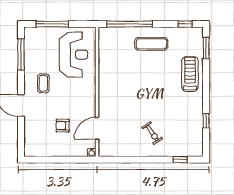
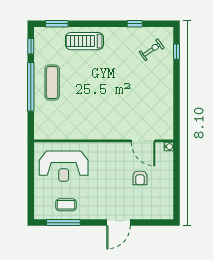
window: (52, 24) -> (31, 189), removed
window: (130, 24) -> (31, 87), moved
reception desk: (73, 55) -> (64, 166), turned 180
coffee table: (43, 83) -> (66, 205), moved
exercise bike: (152, 133) -> (152, 50), moved

